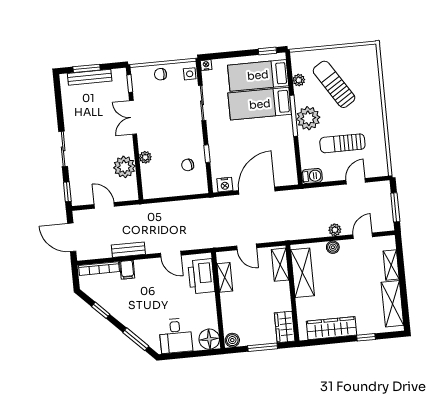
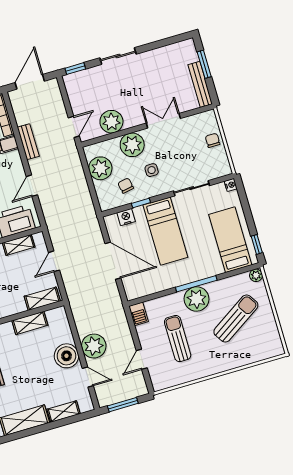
side table: (190, 74) -> (152, 170), moved
bench: (90, 77) -> (200, 84), moved
plant: (299, 80) -> (256, 275), moved
window: (130, 84) -> (197, 111), removed
bed: (260, 104) -> (165, 231), moved, turned 180
plant: (145, 157) -> (132, 145), width x1.88, depth x1.88
door: (356, 181) -> (142, 359), swing flipped
nightstand: (225, 185) -> (126, 217), moved, turned 90
plant: (167, 186) -> (100, 168), added
door: (104, 205) -> (74, 127), moved
plant: (335, 230) -> (94, 346), width x1.88, depth x1.88
boiler: (333, 247) -> (66, 356), width x1.86, depth x1.86
shelving: (302, 273) -> (30, 323), width x0.67, depth x0.75

